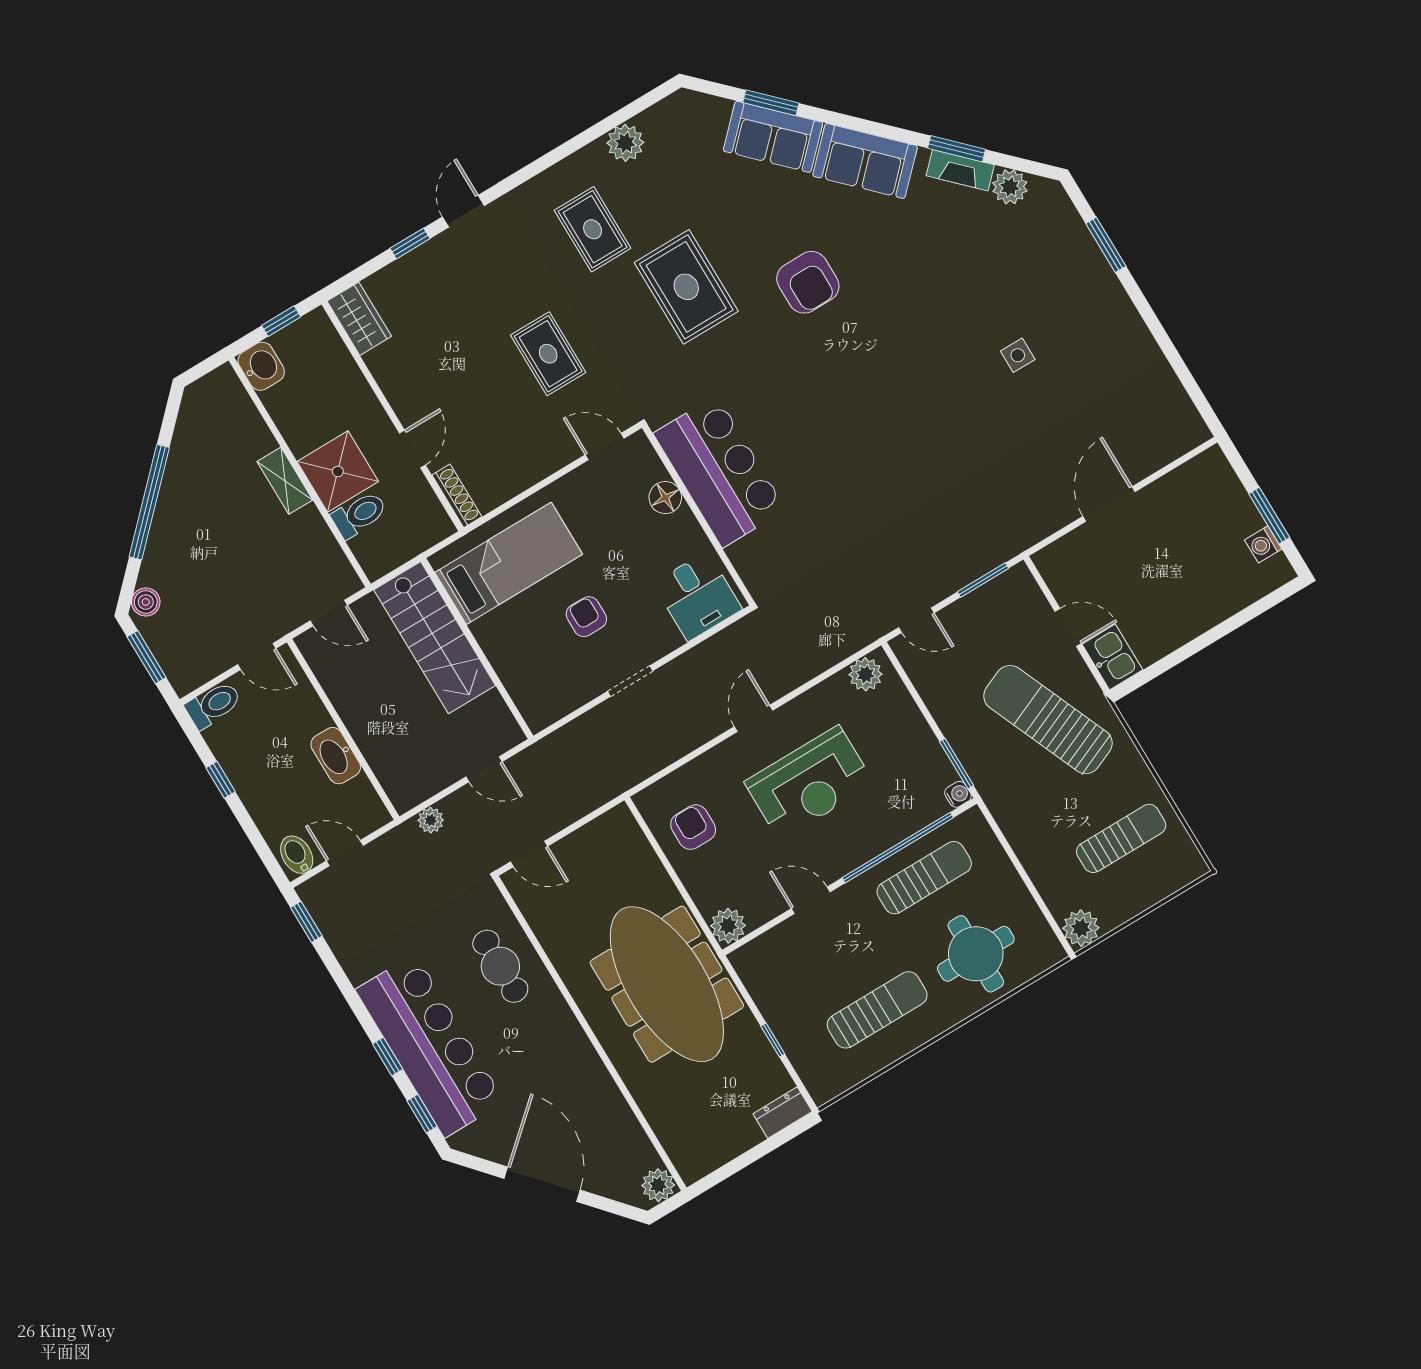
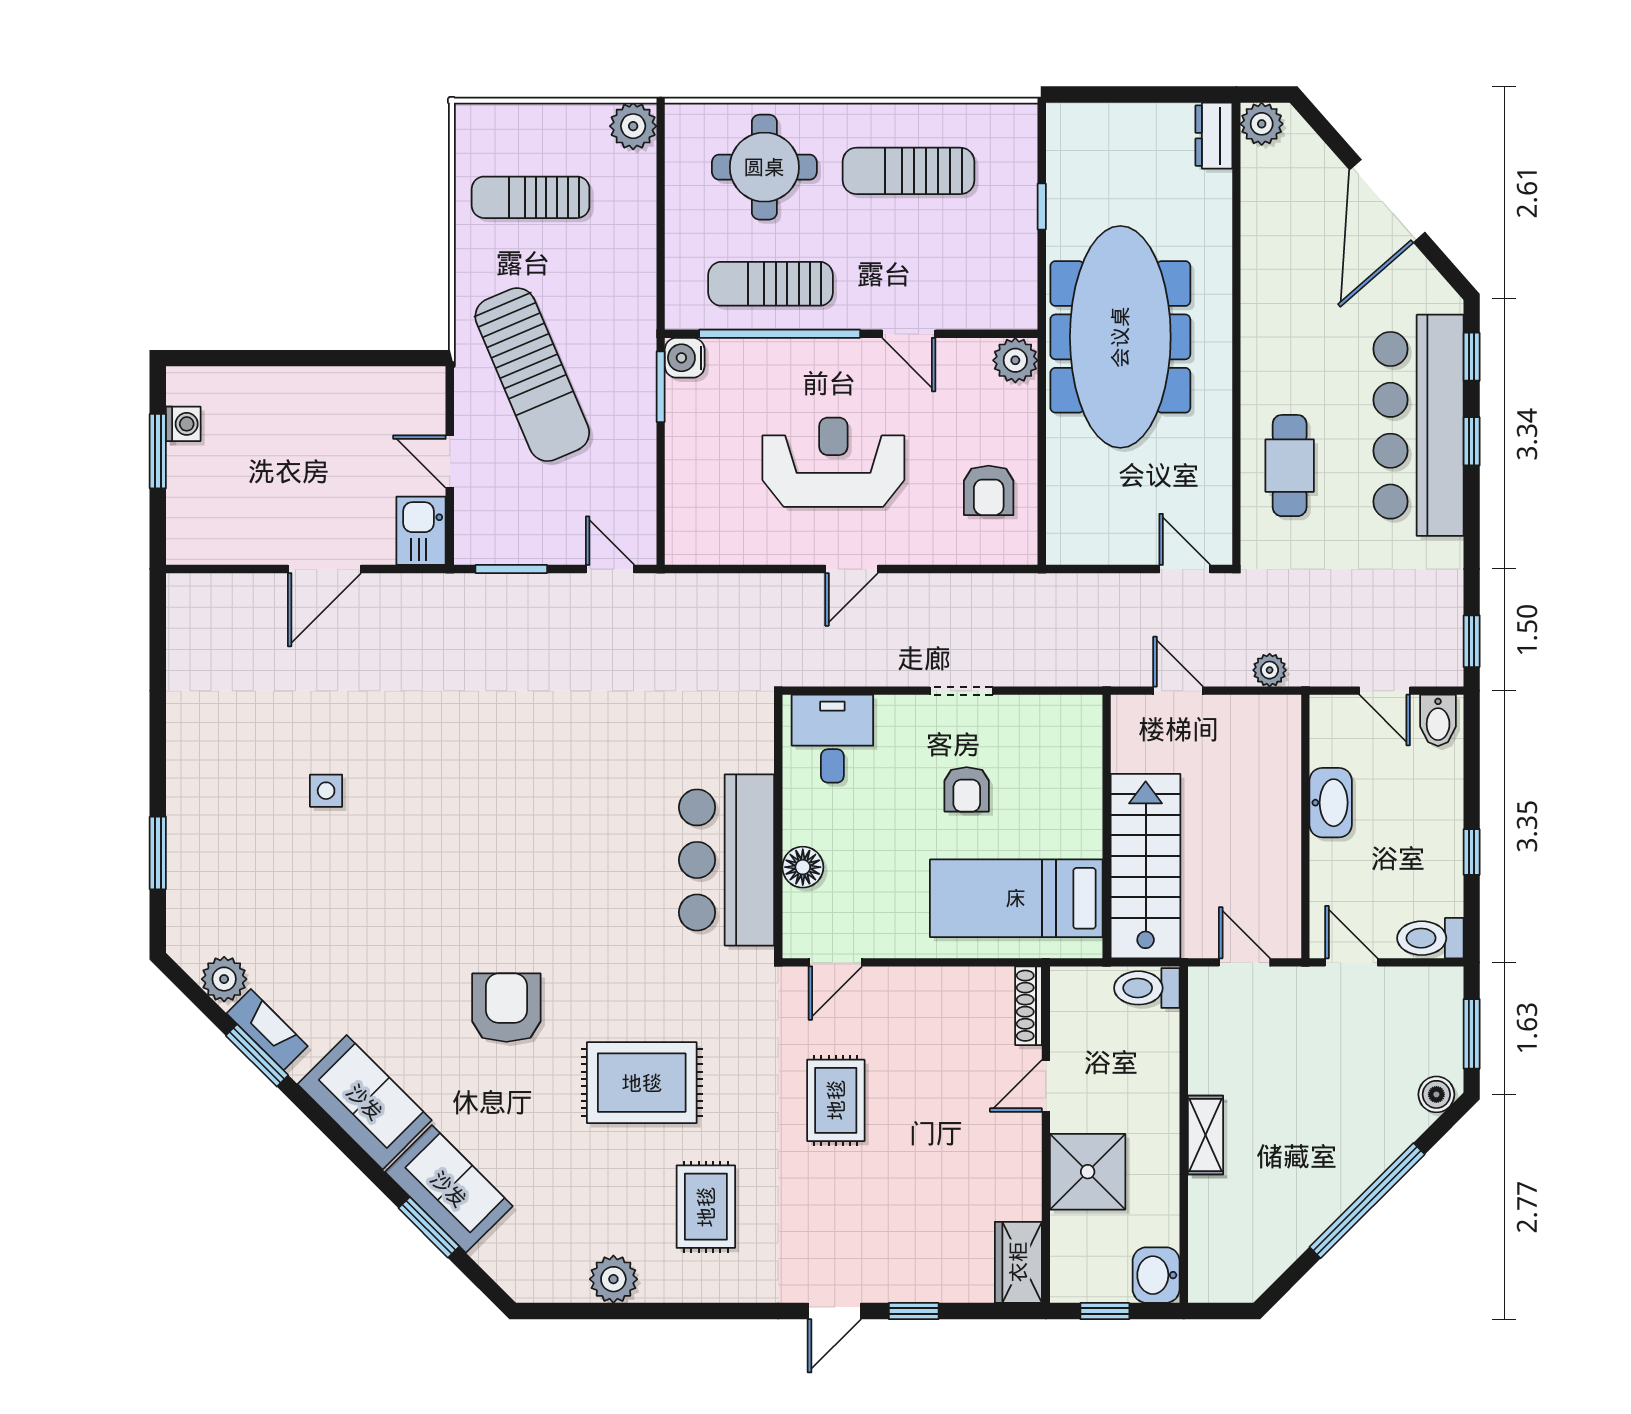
rug: (686, 287) -> (642, 1083), turned 90
door: (605, 447) -> (835, 962), hinge flipped
shower: (338, 471) -> (1088, 1172), moved
toilet: (359, 515) -> (1147, 988), moved
kitchen sink: (1112, 657) -> (421, 531), moved
plant: (866, 674) -> (701, 543), removed
water cooler: (958, 794) -> (685, 358), width x1.38, depth x1.38
dresser: (783, 1113) -> (1214, 136), moved, turned 90

